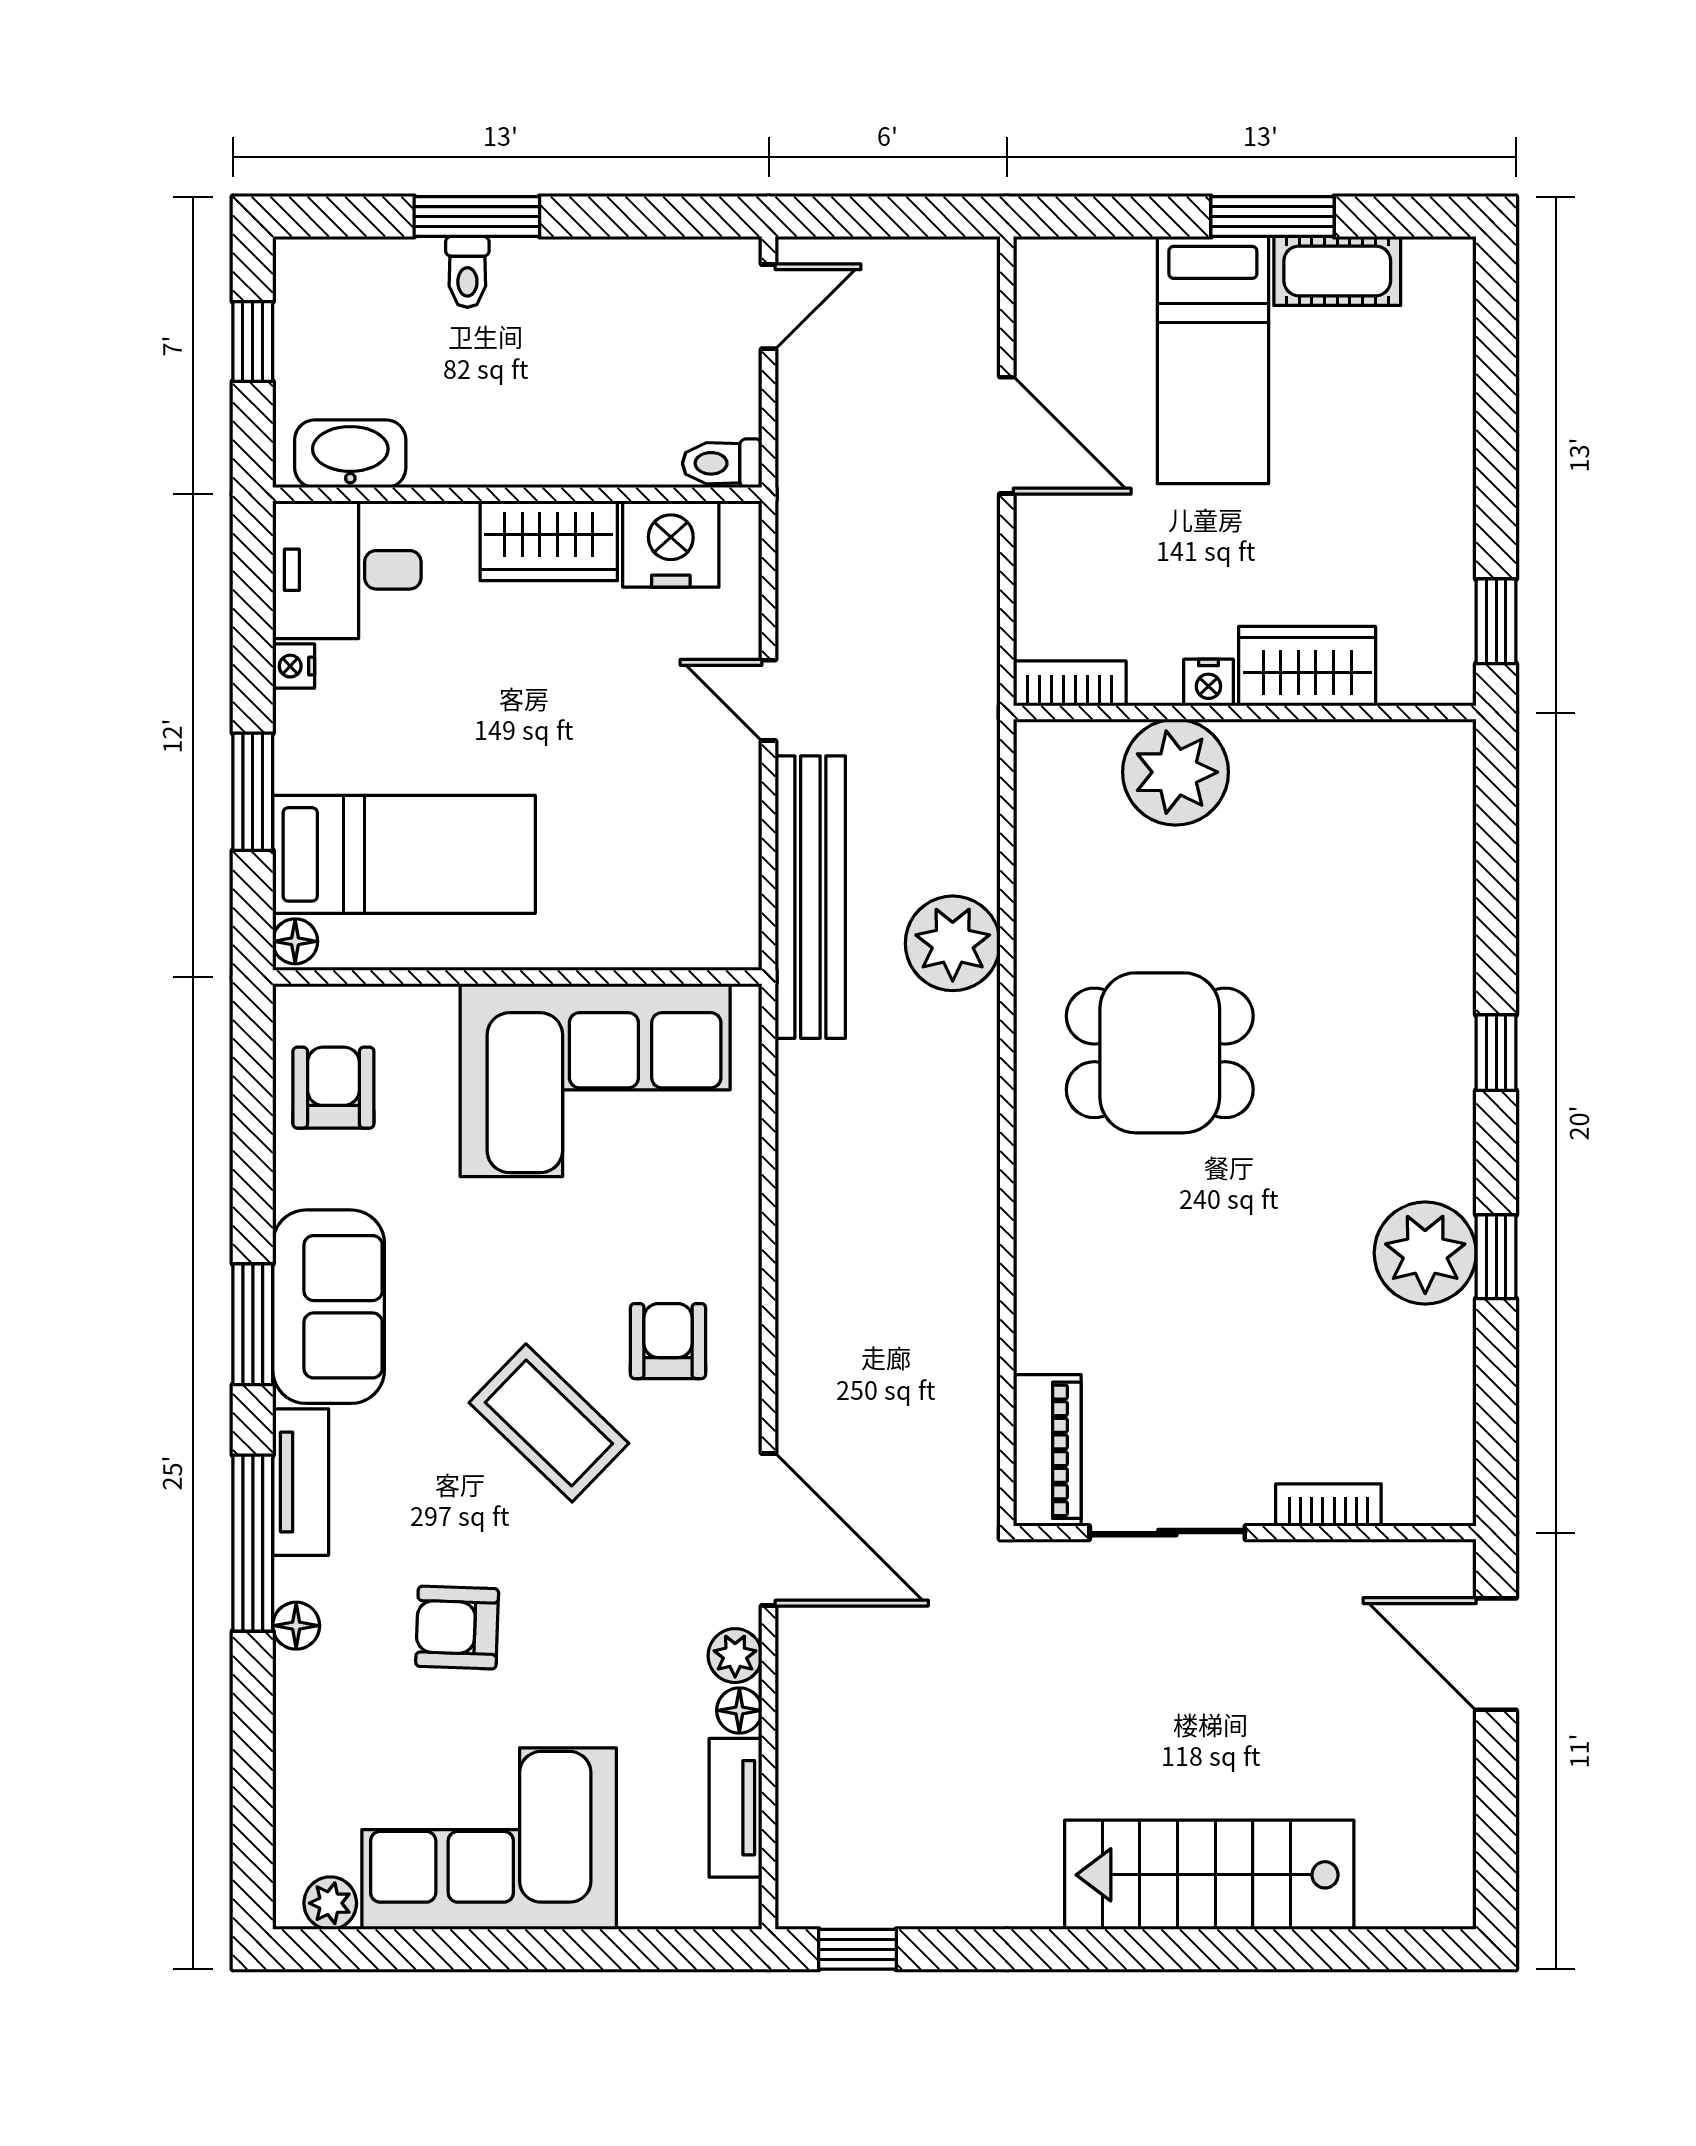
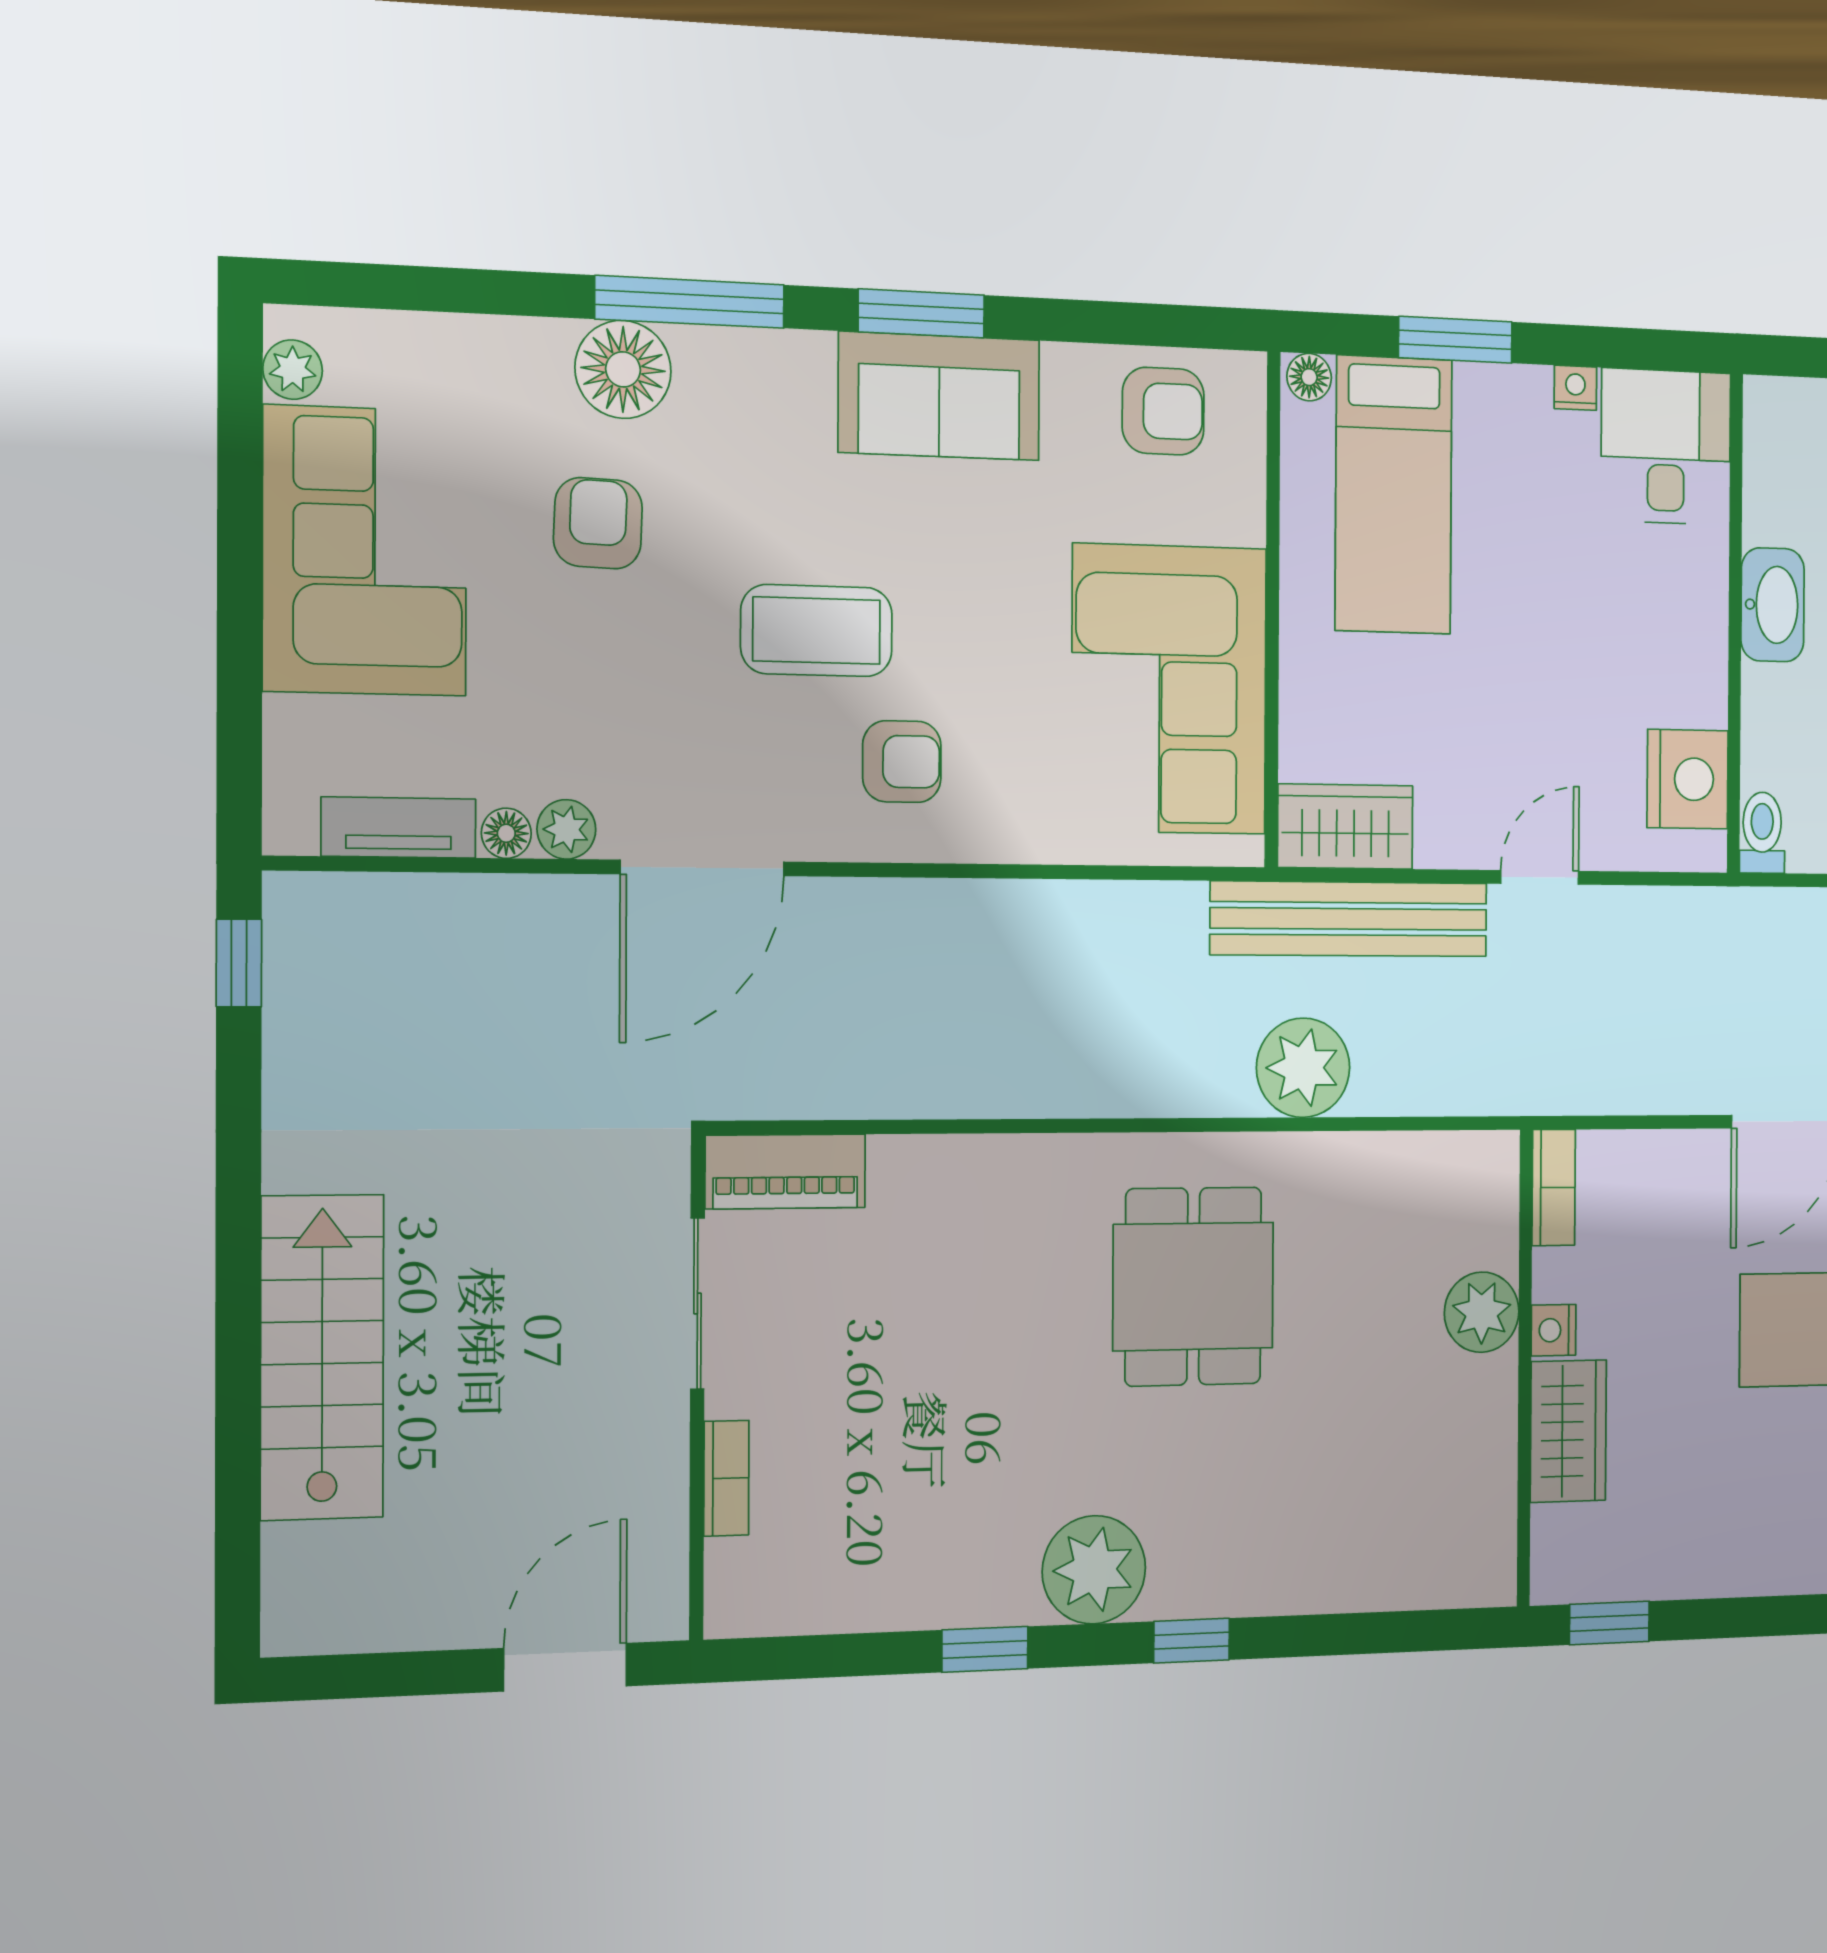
washbasin: (350, 454) -> (1773, 605), moved
wardrobe: (549, 541) -> (1345, 827), moved, turned 90
plant: (1175, 772) -> (1482, 1312), width x0.73, depth x0.73
plant: (1425, 1253) -> (1094, 1570), moved
coffee table: (549, 1423) -> (817, 631), turned 46
tv unit: (301, 1482) -> (755, 357), removed
floor lamp: (296, 1626) -> (623, 369), width x1.89, depth x1.89

